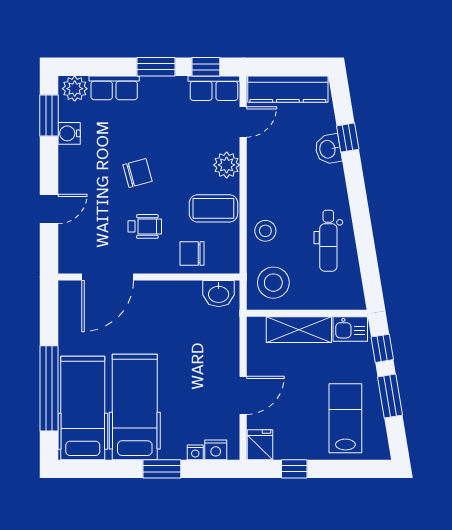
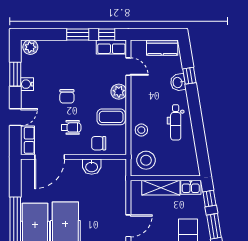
row of seats: (114, 88) -> (28, 140), moved, turned -90
kitchen counter: (288, 89) -> (162, 48), width x0.67
window: (49, 116) -> (15, 74), moved
door: (243, 122) -> (128, 67), hinge flipped
water cooler: (69, 133) -> (27, 84), moved
chair: (138, 173) -> (67, 96), turned 105
dental chair: (328, 241) -> (176, 122), moved
washbasin: (219, 294) -> (92, 167), moved

